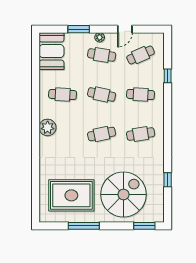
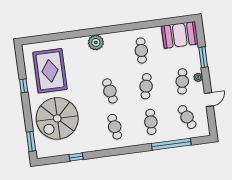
door: (125, 29) -> (209, 100), swing flipped
window: (168, 76) -> (171, 144), width x3.17
plant: (48, 127) -> (96, 42), moved
spiral stairs: (123, 194) -> (57, 118), turned 90
window: (84, 226) -> (24, 86), width x0.46

